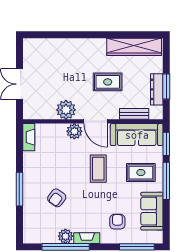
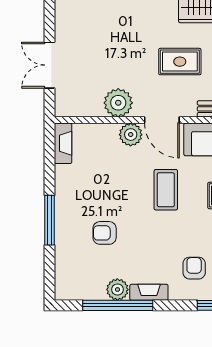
armchair: (57, 198) -> (105, 233), turned 54

